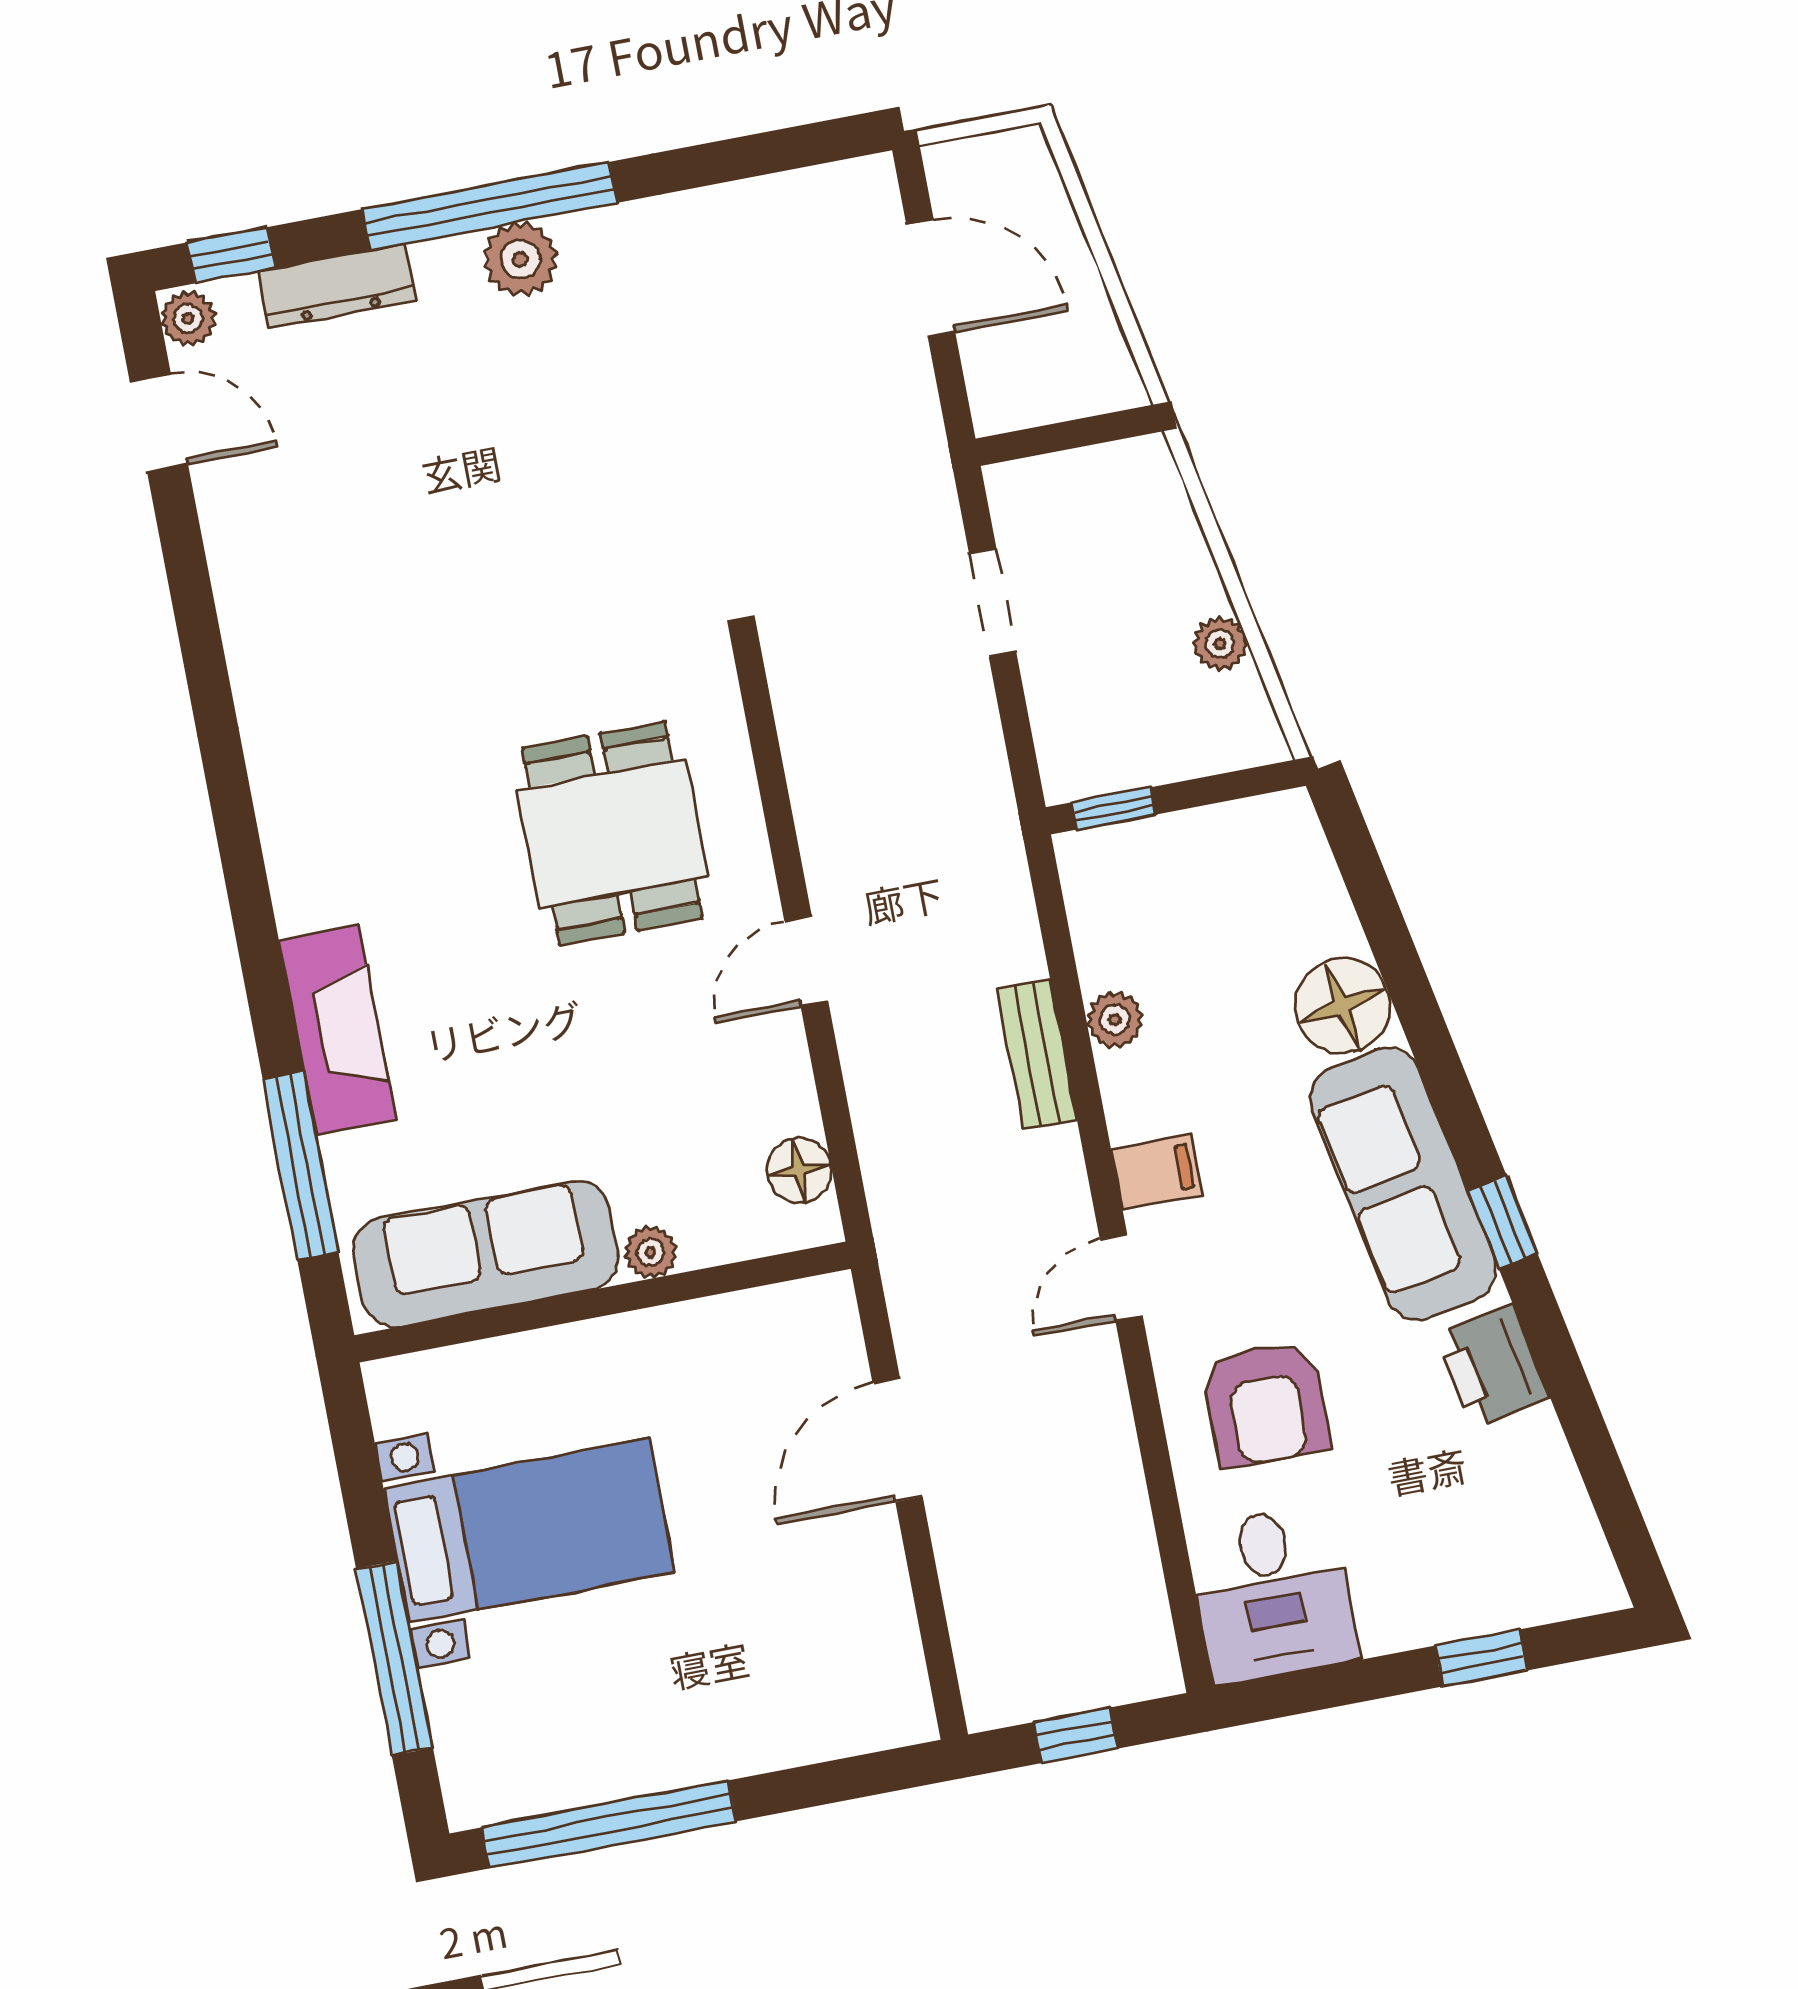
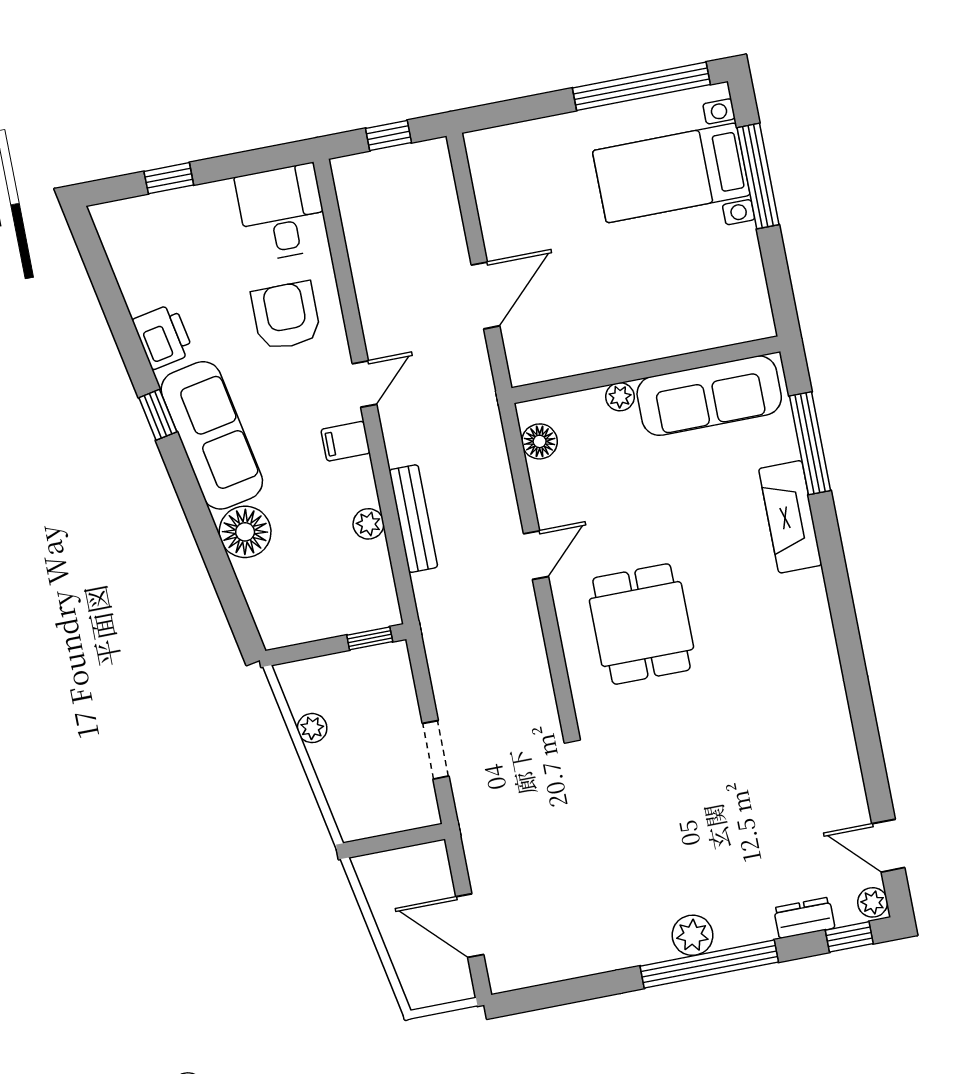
dresser: (337, 286) -> (804, 918), width x0.70
bench: (1037, 1054) -> (413, 519), width x1.36
bed with nightstands: (529, 1530) -> (671, 173), moved

